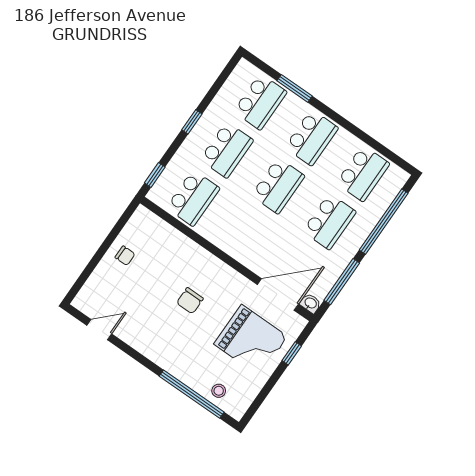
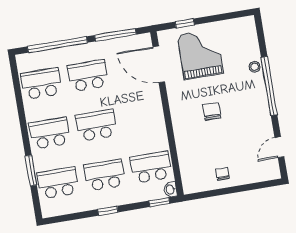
chair: (190, 301) -> (212, 111), turned -90
washbasin: (310, 303) -> (170, 190), moved
door: (99, 330) -> (279, 147), hinge flipped
stool: (219, 391) -> (255, 67), moved
window: (192, 394) -> (269, 86), moved

